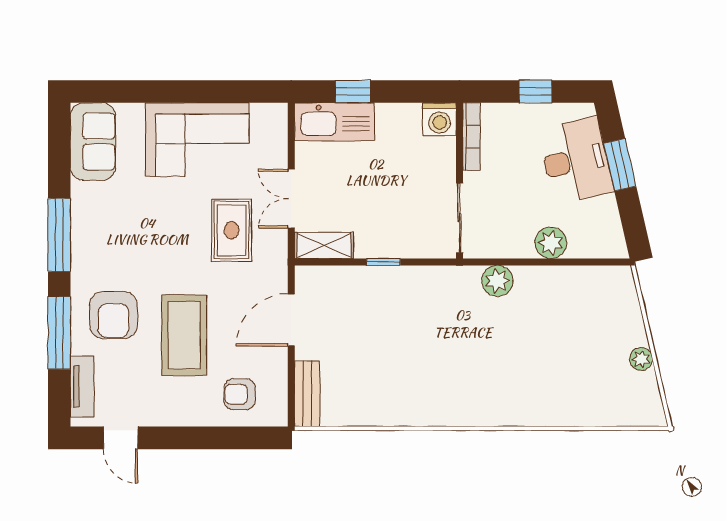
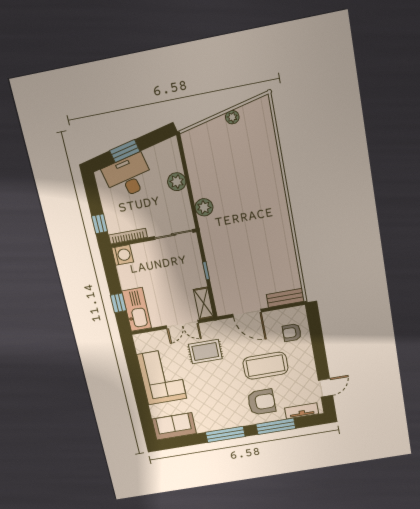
window: (535, 91) -> (100, 224), moved
armchair: (240, 394) -> (292, 332), turned 90

